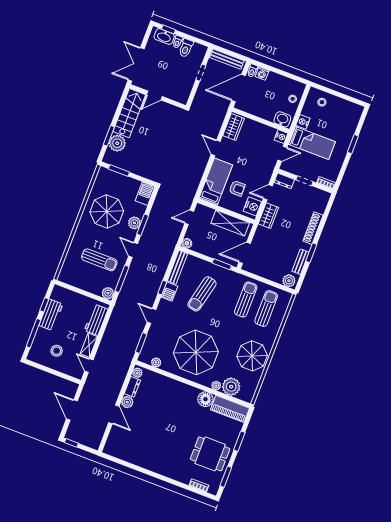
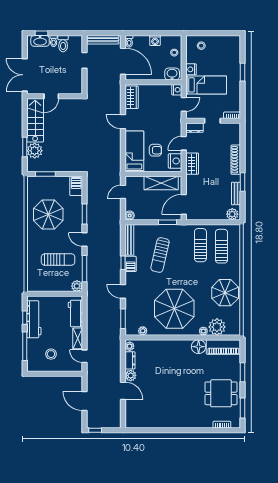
washing machine: (262, 73) -> (155, 40), moved
door: (239, 88) -> (123, 61), swing flipped
plant: (134, 223) -> (77, 215), removed
workbench: (51, 315) -> (34, 319), width x1.38

